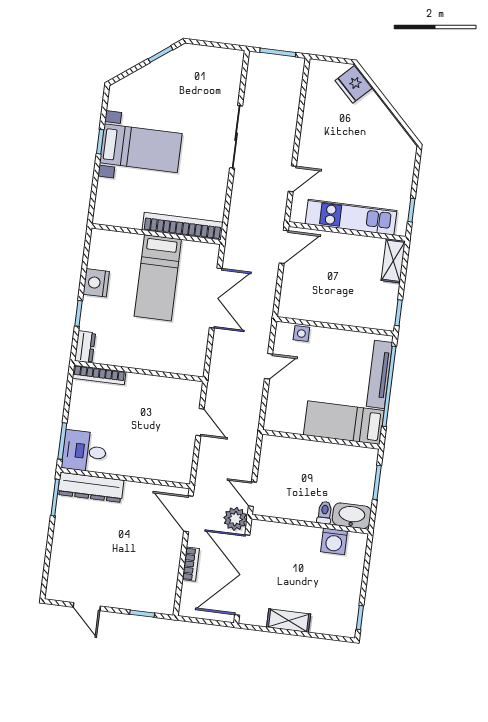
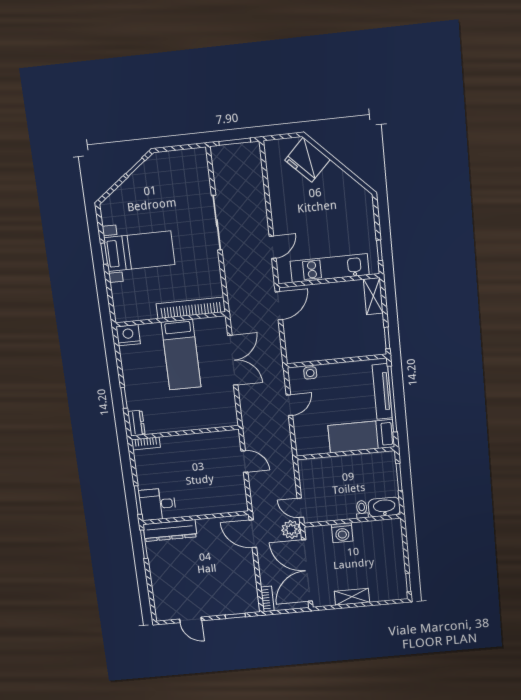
fridge: (354, 84) -> (307, 160), width x1.36, depth x1.34
nightstand: (96, 283) -> (128, 335), moved, turned 90
bookcase: (99, 375) -> (146, 443), width x0.64
washing machine: (334, 541) -> (342, 533), moved
bookcase: (191, 564) -> (267, 599), moved

